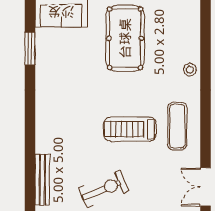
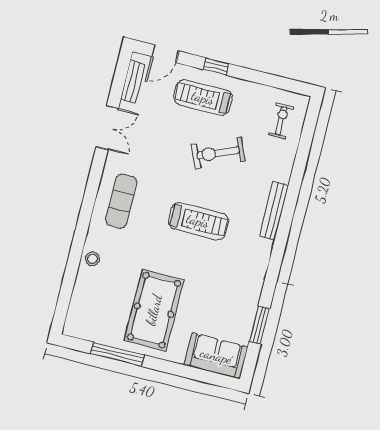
treadmill: (130, 129) -> (198, 221), moved
bench: (42, 180) -> (274, 211), moved

